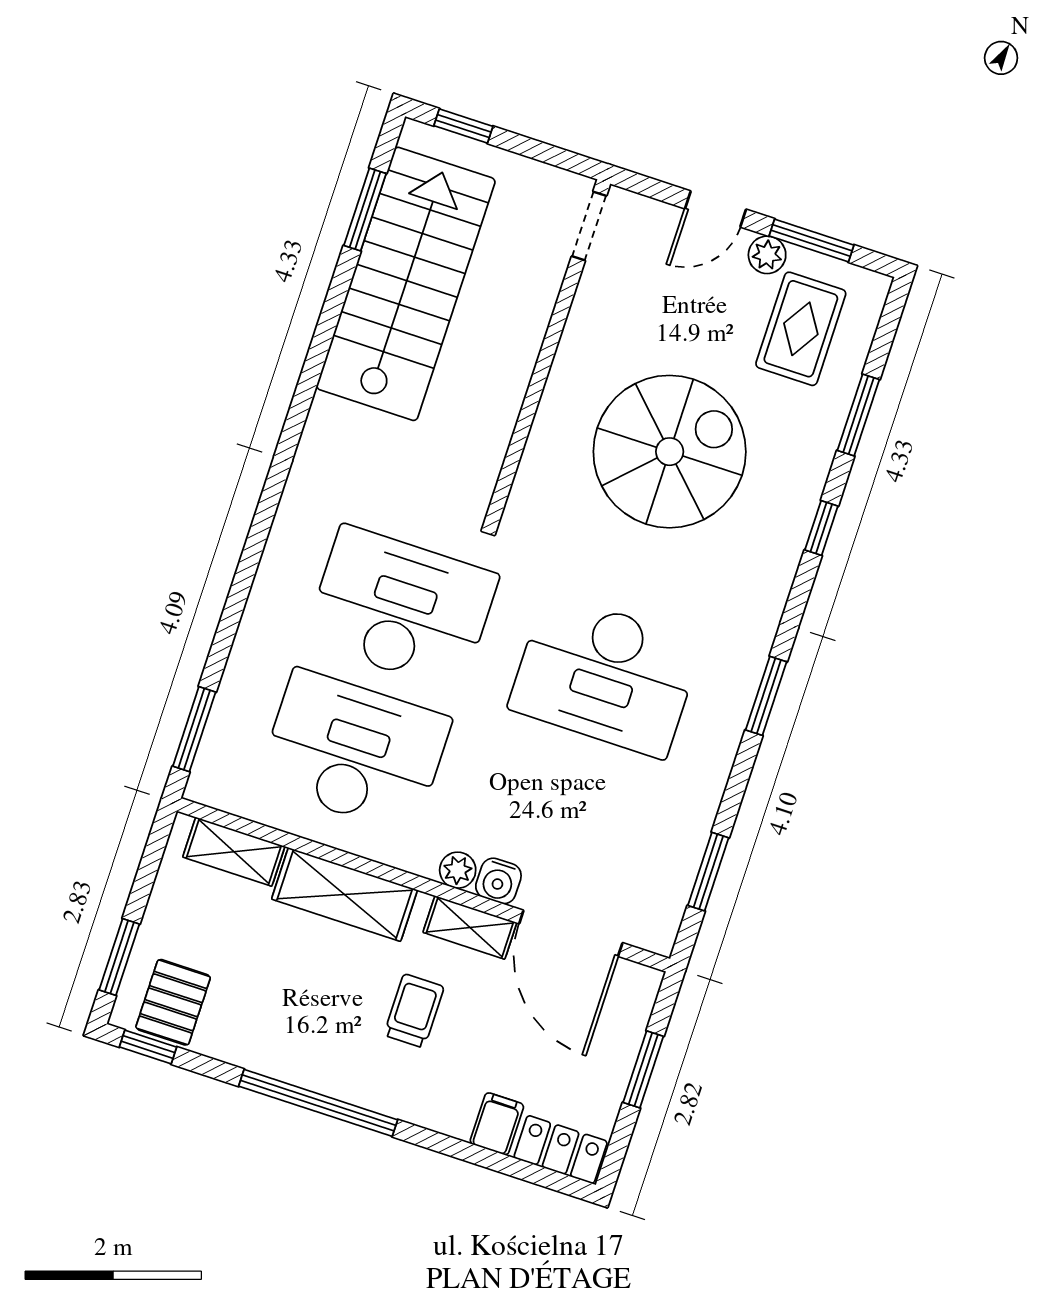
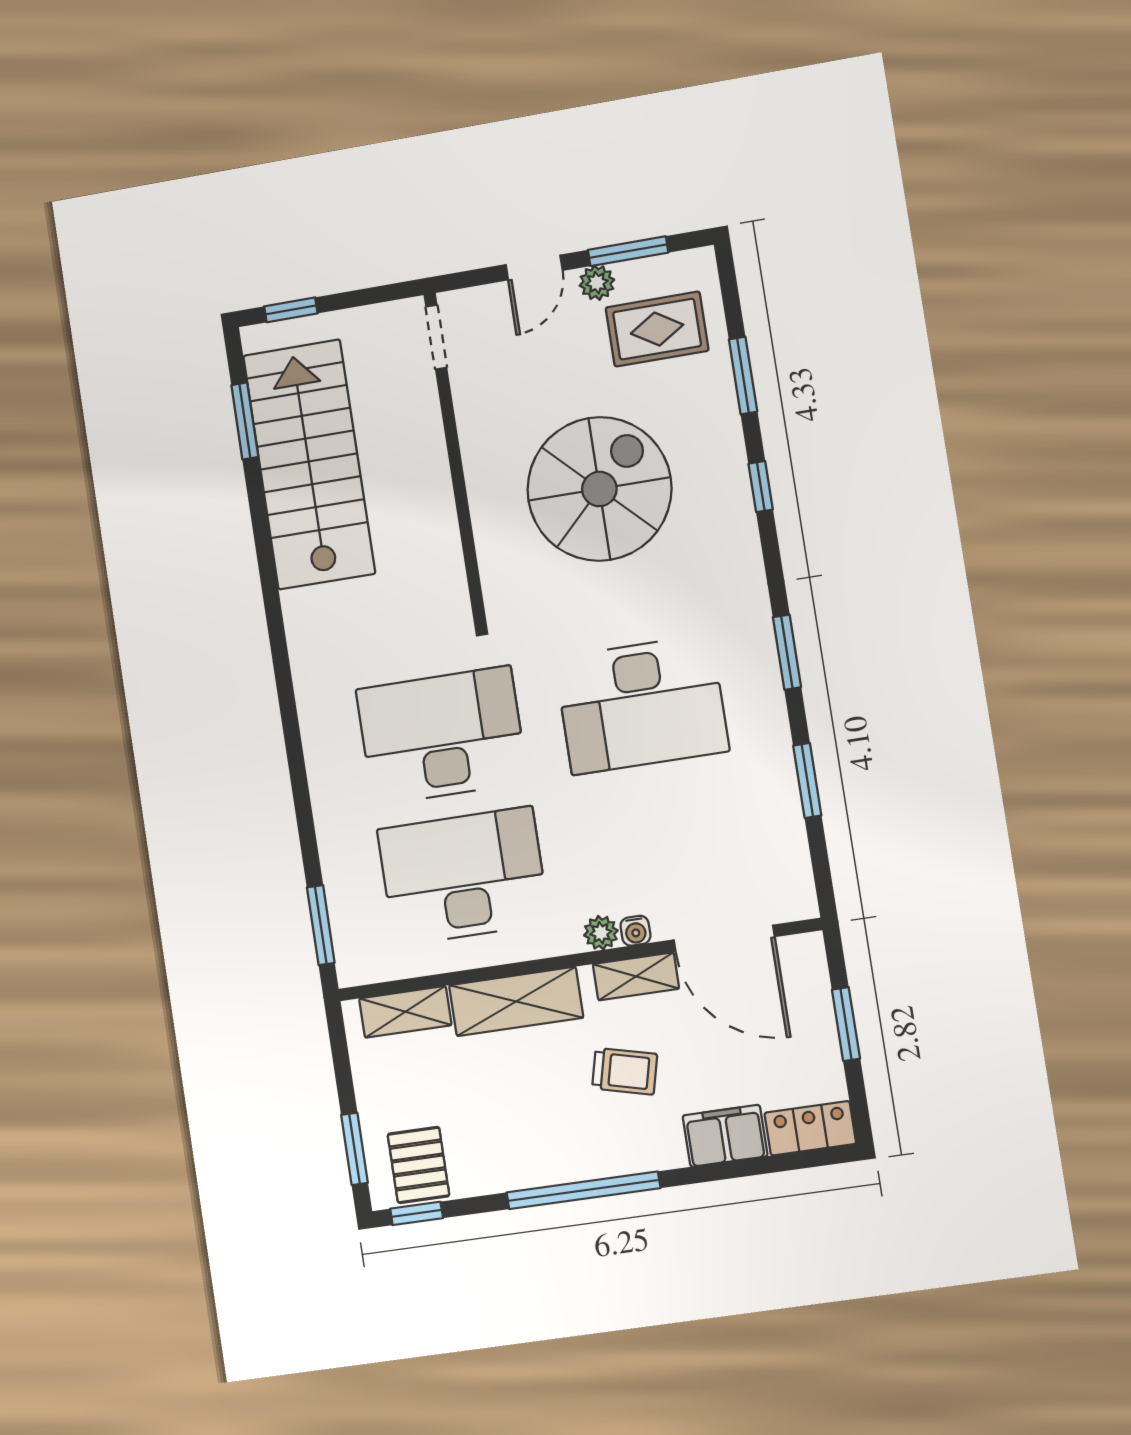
rug: (801, 329) -> (657, 329), turned 90
window: (708, 872) -> (807, 780), moved
water cooler: (498, 881) -> (635, 931), width x0.72, depth x0.72
trolley: (414, 1011) -> (625, 1071), turned 104
filing cabinet: (497, 1124) -> (725, 1136), width x2.00

